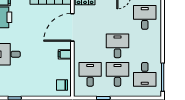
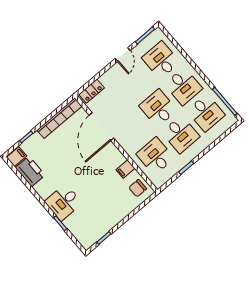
desk: (145, 46) -> (183, 86), added
filing cabinet: (65, 54) -> (125, 169), moved
desk: (117, 74) -> (181, 134), turned 180

